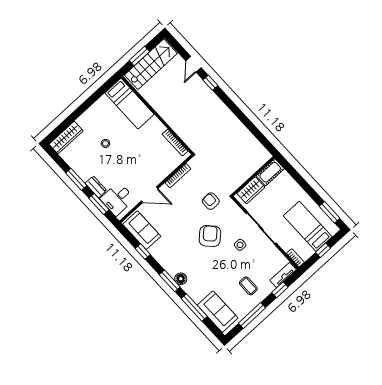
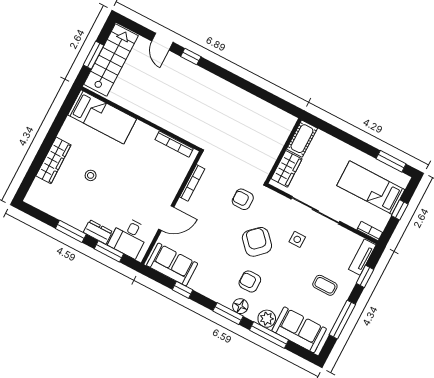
wardrobe: (66, 137) -> (53, 160), moved
armchair: (194, 263) -> (250, 281), added
plant: (197, 295) -> (267, 319), added

